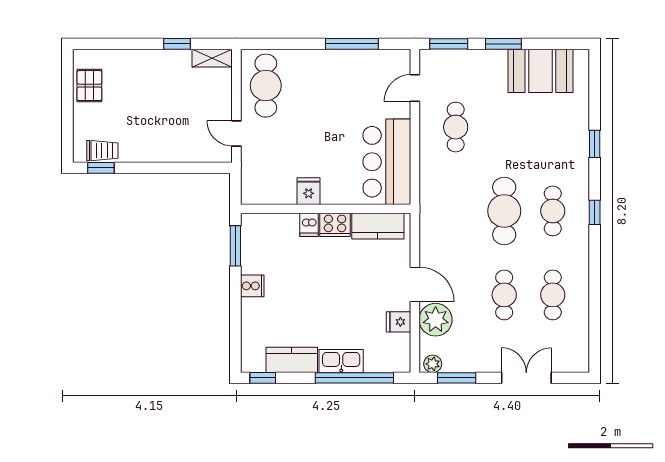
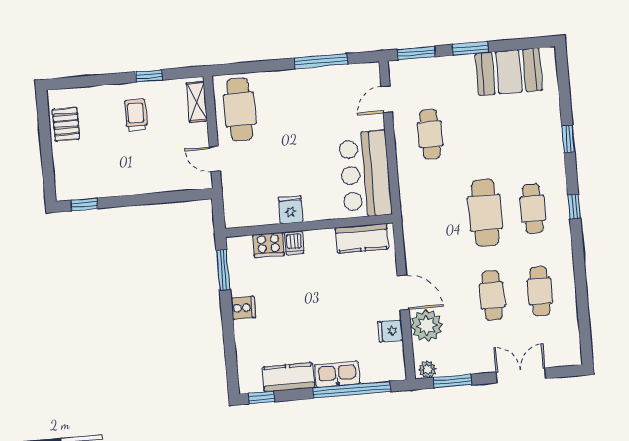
shelving: (212, 58) -> (197, 102), moved, turned 90
trolley: (102, 151) -> (136, 115), moved, turned -90
cooker: (335, 225) -> (268, 245), moved

